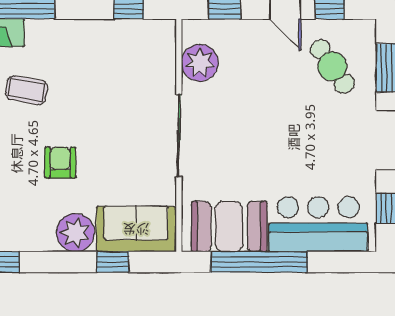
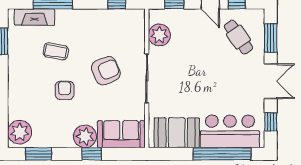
armchair: (110, 123) -> (106, 71), added
armchair: (60, 163) -> (65, 90), moved
window: (113, 262) -> (92, 154), moved
window: (259, 262) -> (222, 154), moved

